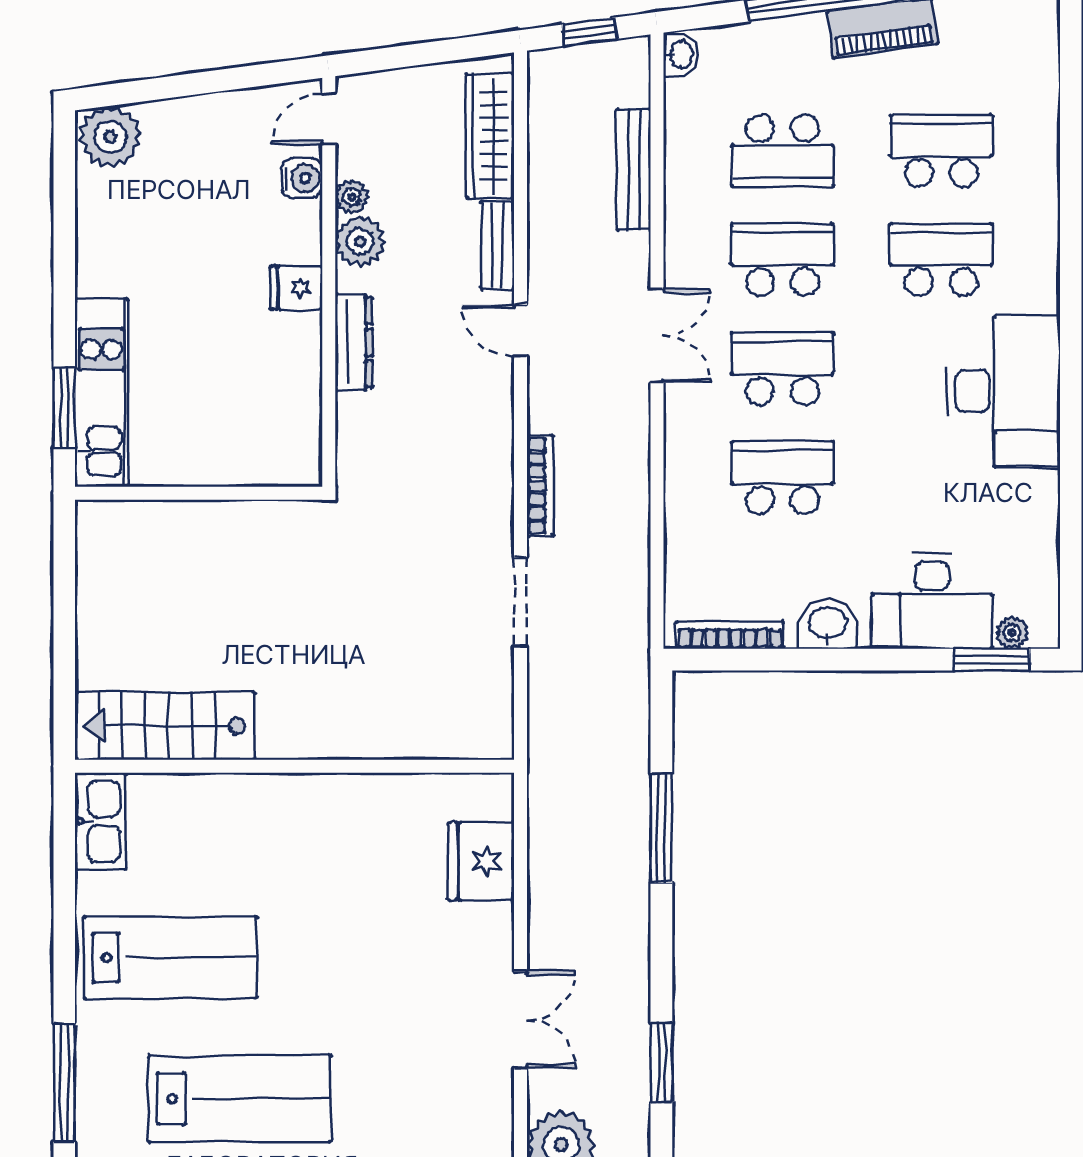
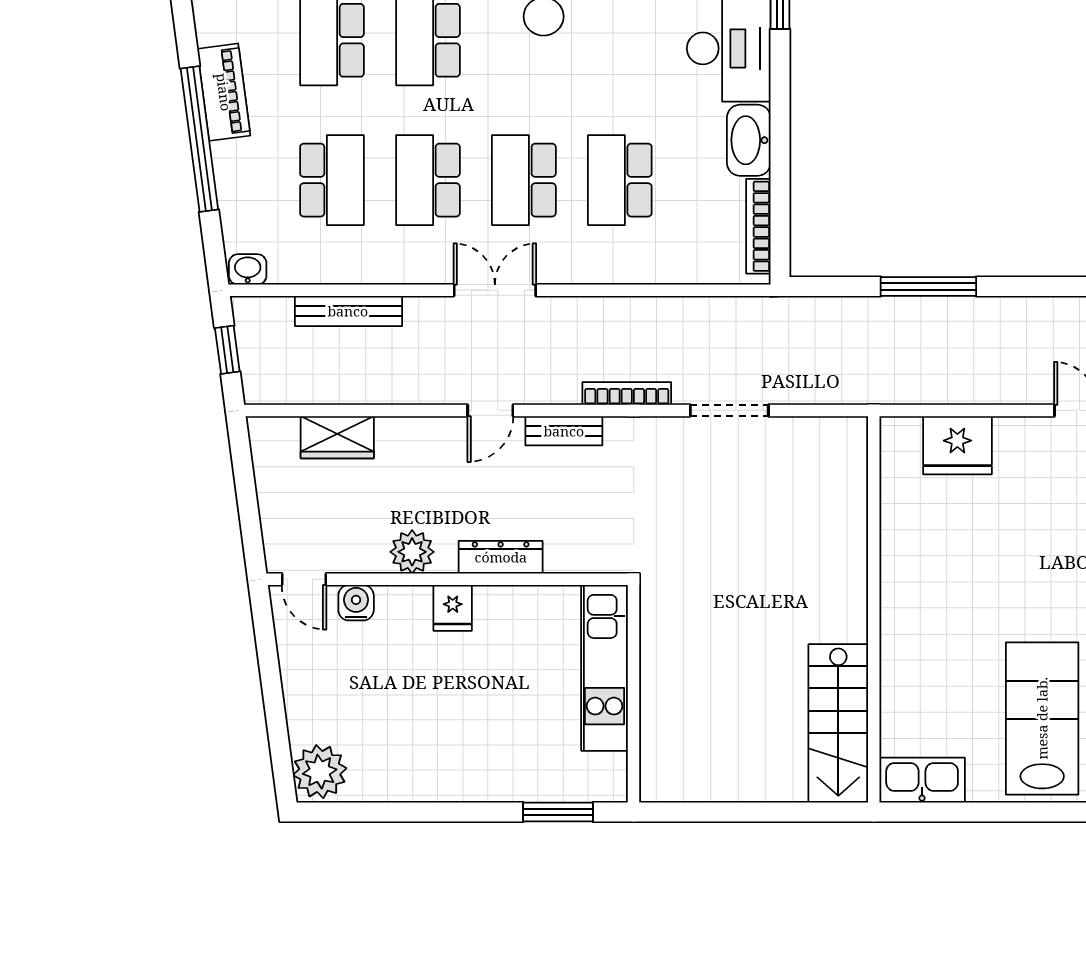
wardrobe: (490, 136) -> (337, 437), width x0.67
plant: (352, 197) -> (373, 559), removed
bench: (498, 245) -> (564, 431), moved
kitchen unit: (101, 393) -> (605, 668), moved, turned -90
washbasin: (828, 624) -> (749, 140), width x1.38

